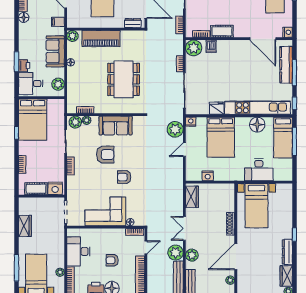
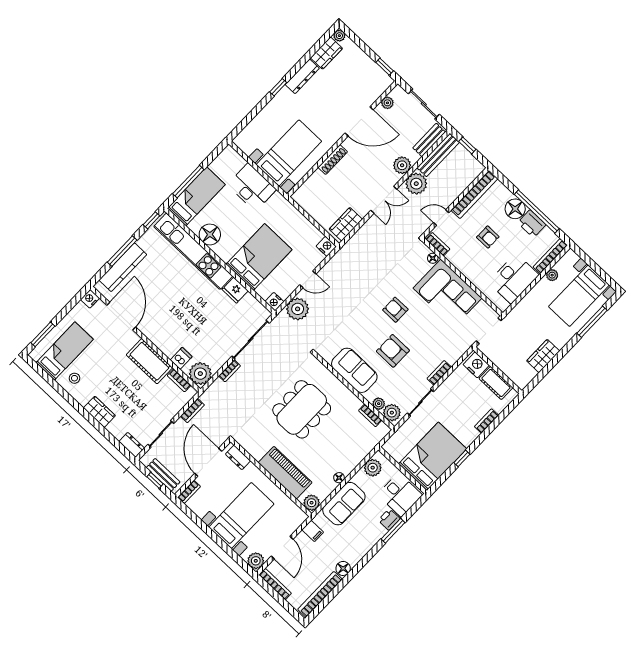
cot: (222, 31) -> (149, 361), width x1.37, depth x1.34
nightstand: (208, 176) -> (326, 246), moved
armchair: (124, 177) -> (395, 310), turned 180

